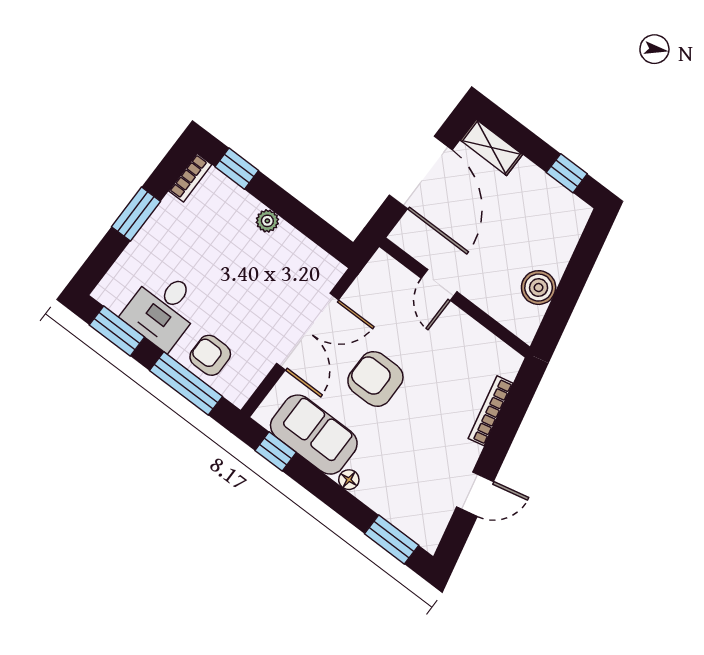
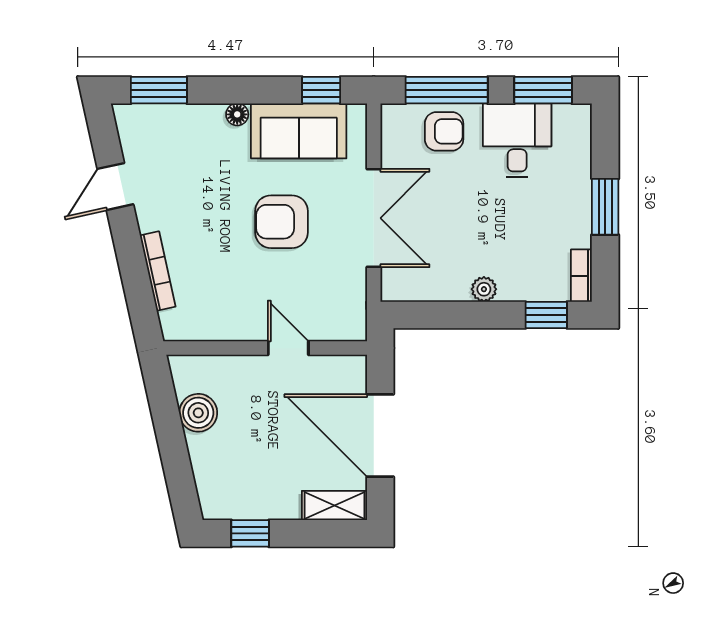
double door: (308, 332) -> (374, 218), swing flipped
armchair: (375, 379) -> (281, 222), turned 180

